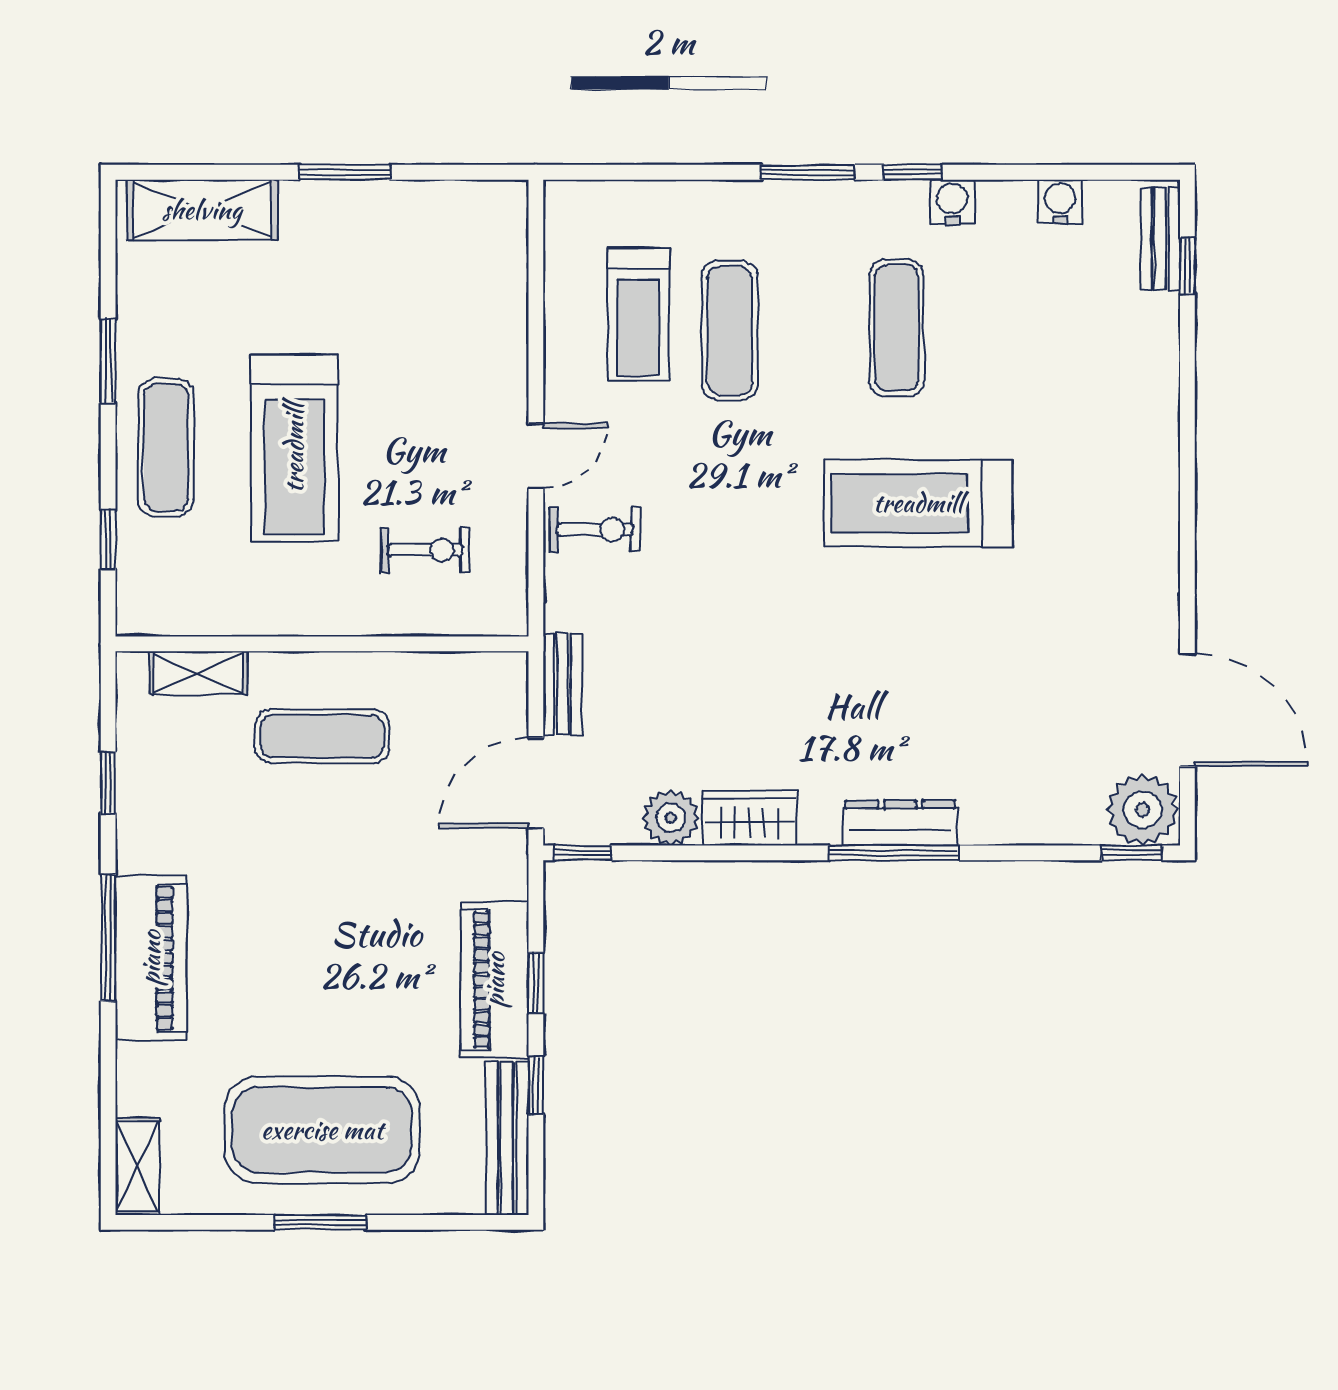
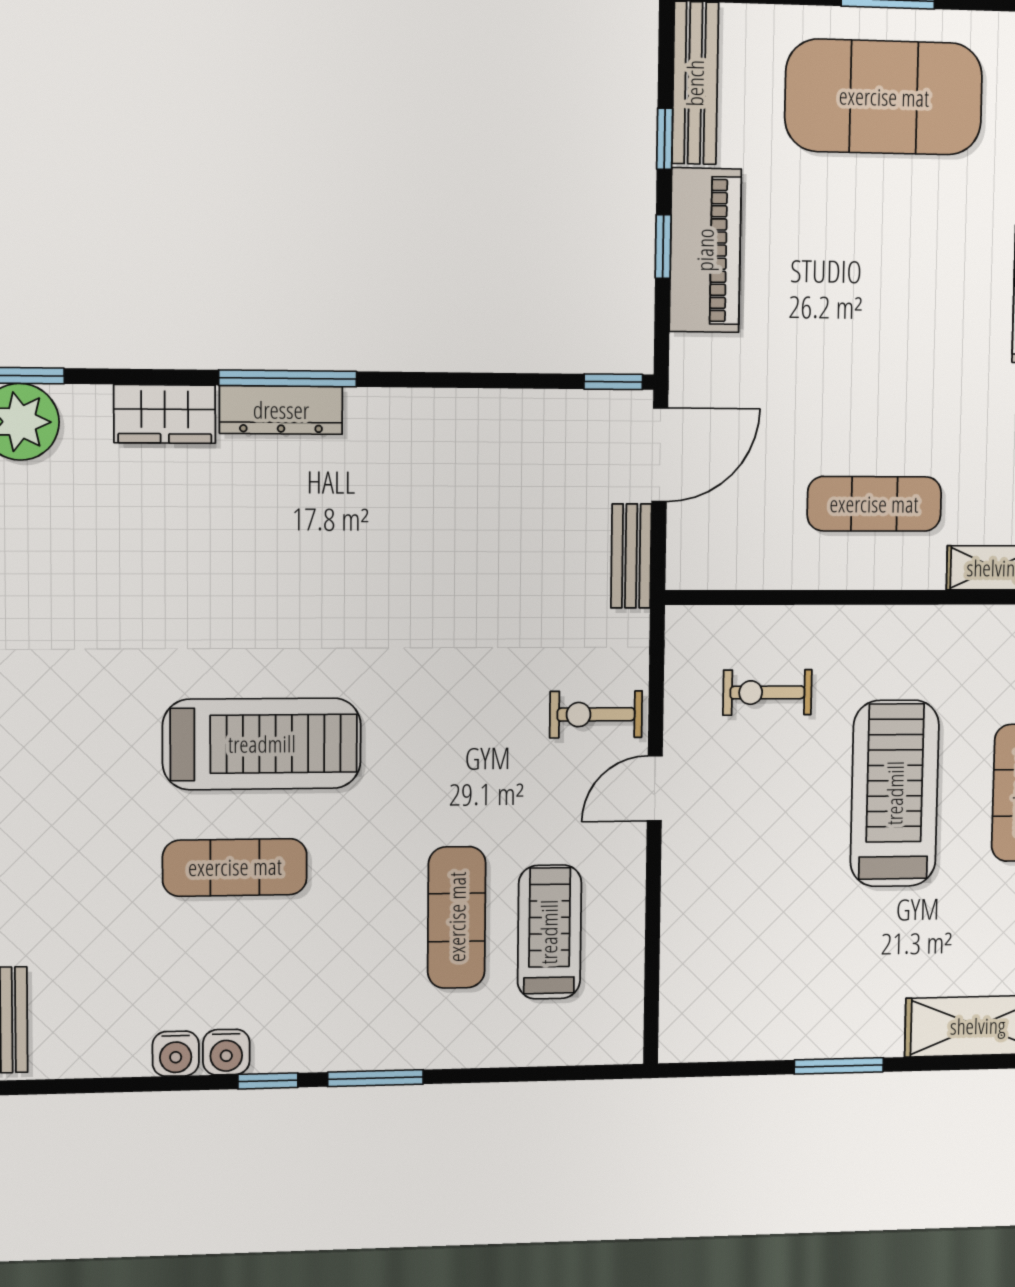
water cooler: (1060, 202) -> (176, 1054), moved
exercise mat: (897, 328) -> (235, 867), moved, turned 90
plant: (671, 818) -> (522, 417), removed
wardrobe: (750, 818) -> (165, 414), moved

